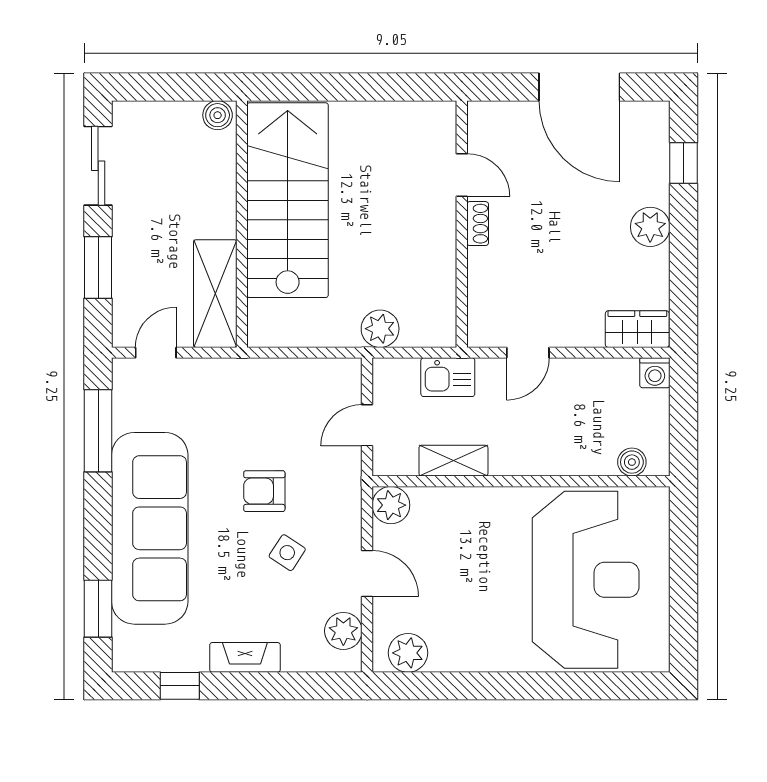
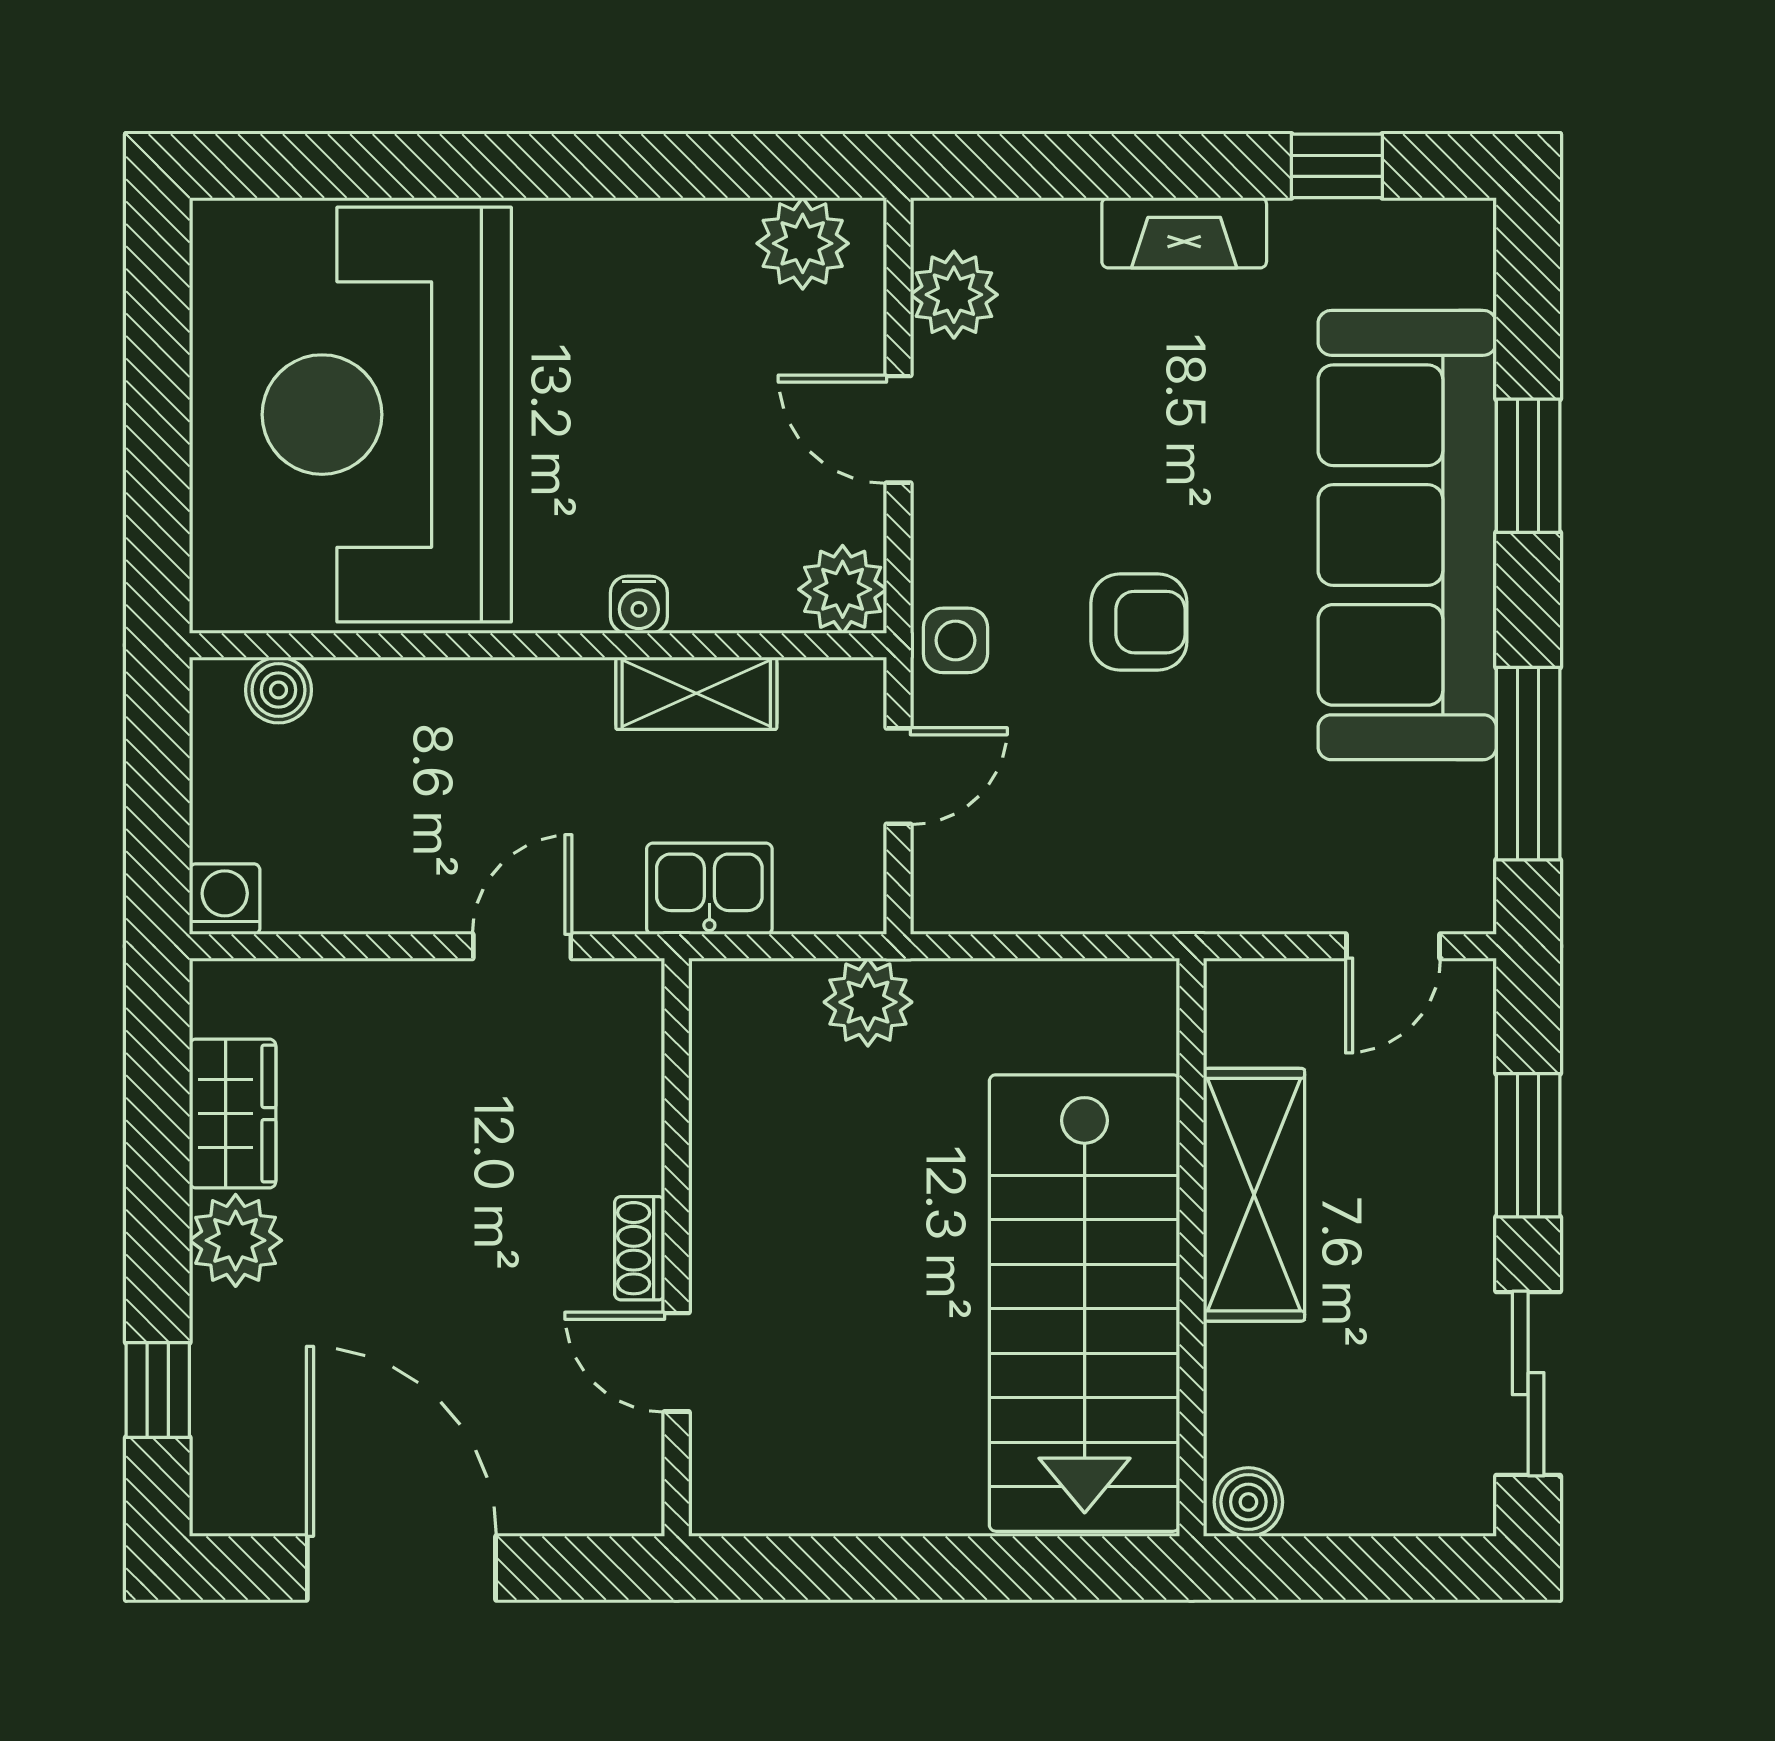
shelving: (215, 294) -> (1254, 1195), moved
wardrobe: (637, 329) -> (233, 1114), moved, turned -90
water cooler: (478, 498) -> (639, 605), added
side table: (287, 553) -> (955, 640), moved, turned -33
window: (98, 609) -> (1528, 466), moved

